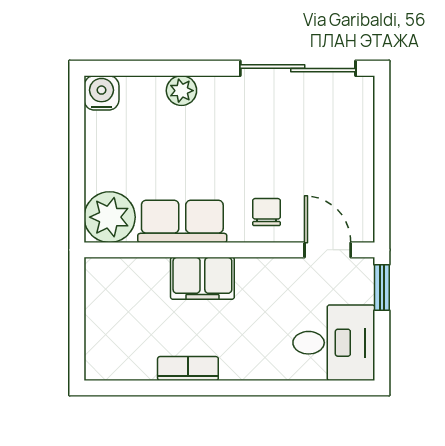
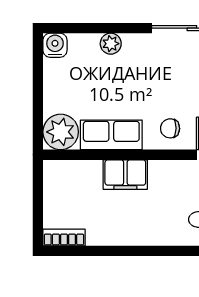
chair: (266, 212) -> (170, 128), turned -89
bookcase: (188, 368) -> (64, 237), moved

